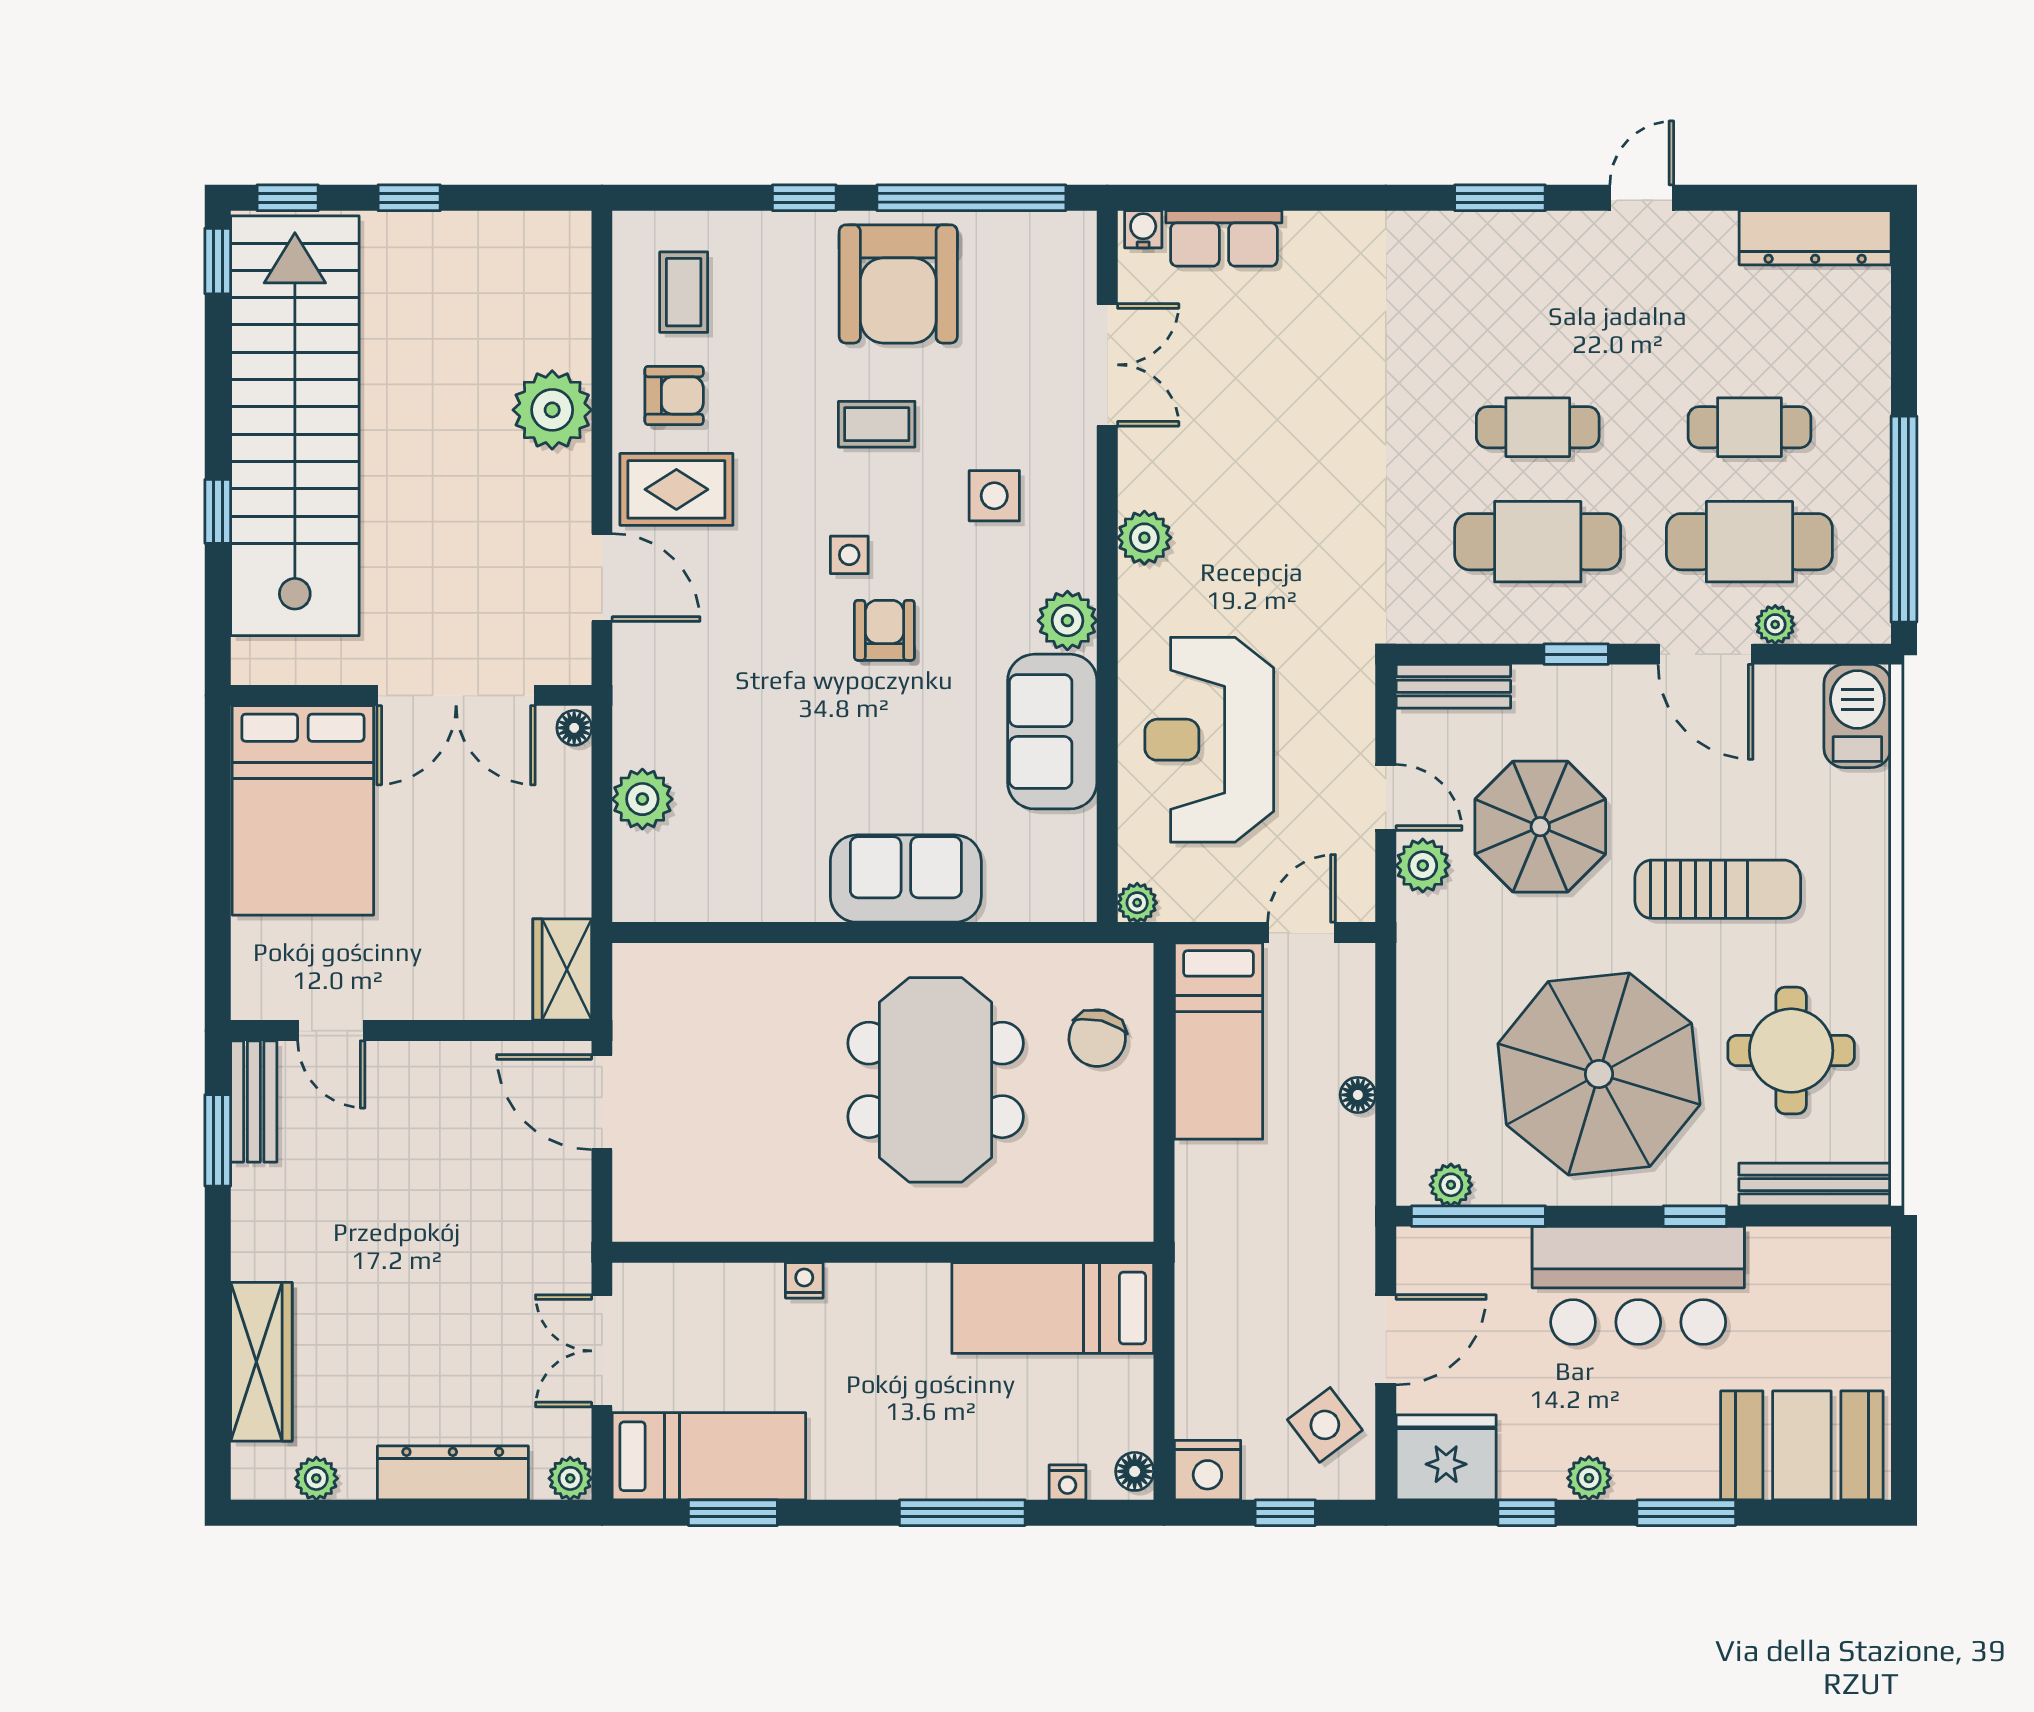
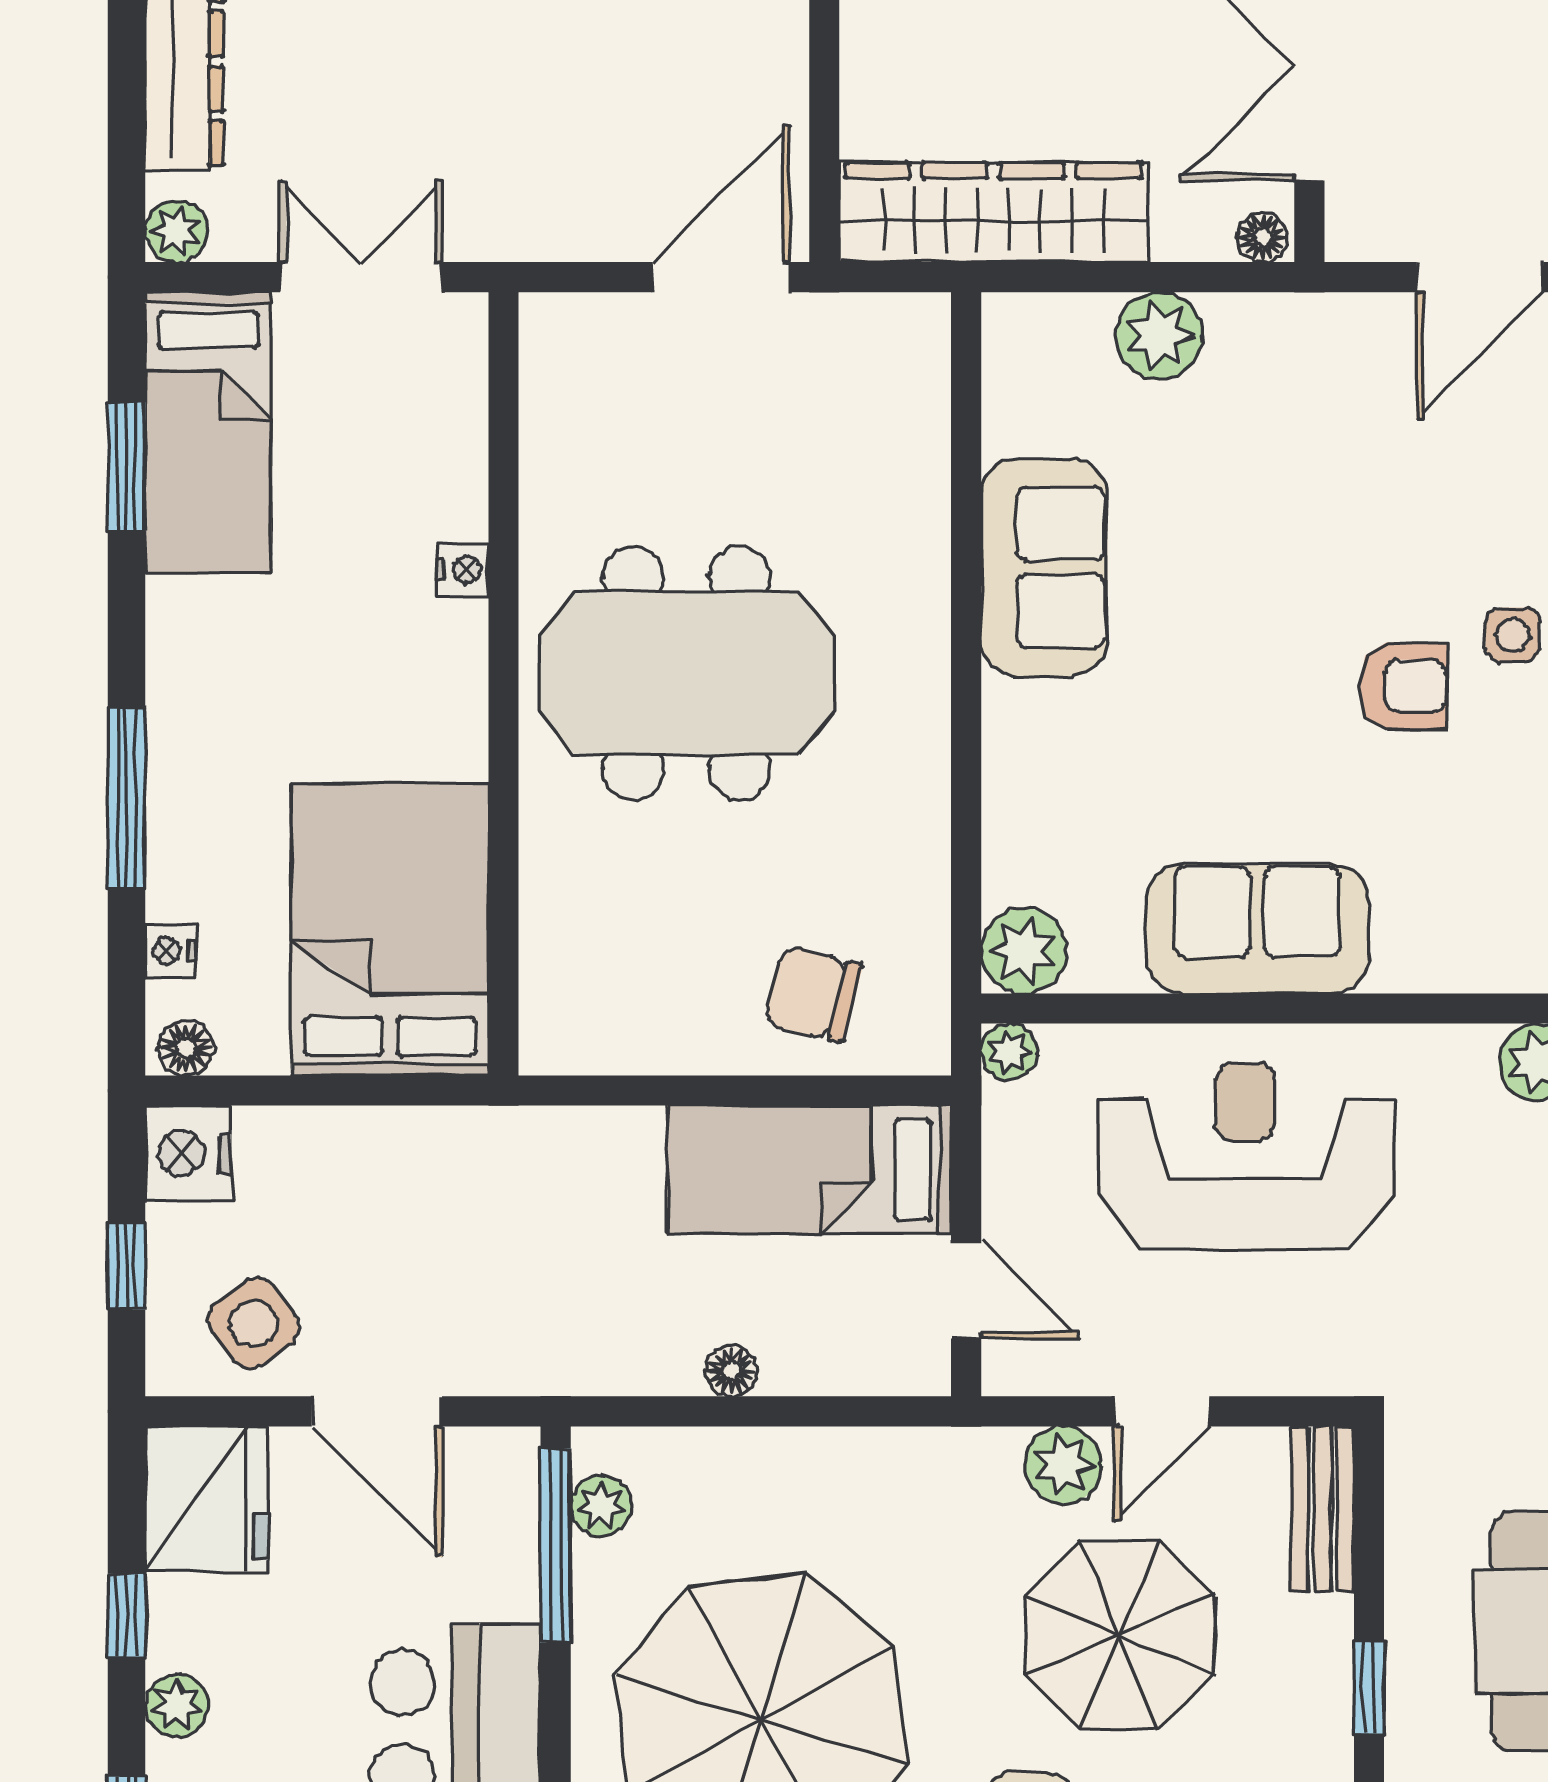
plant: (1067, 621) -> (1024, 951), moved
sofa: (906, 879) -> (1044, 567), moved
wardrobe: (562, 970) -> (993, 212), width x2.10, depth x1.17
meeting table: (936, 1080) -> (686, 673), moved
bed: (1053, 1308) -> (390, 930), width x1.50

